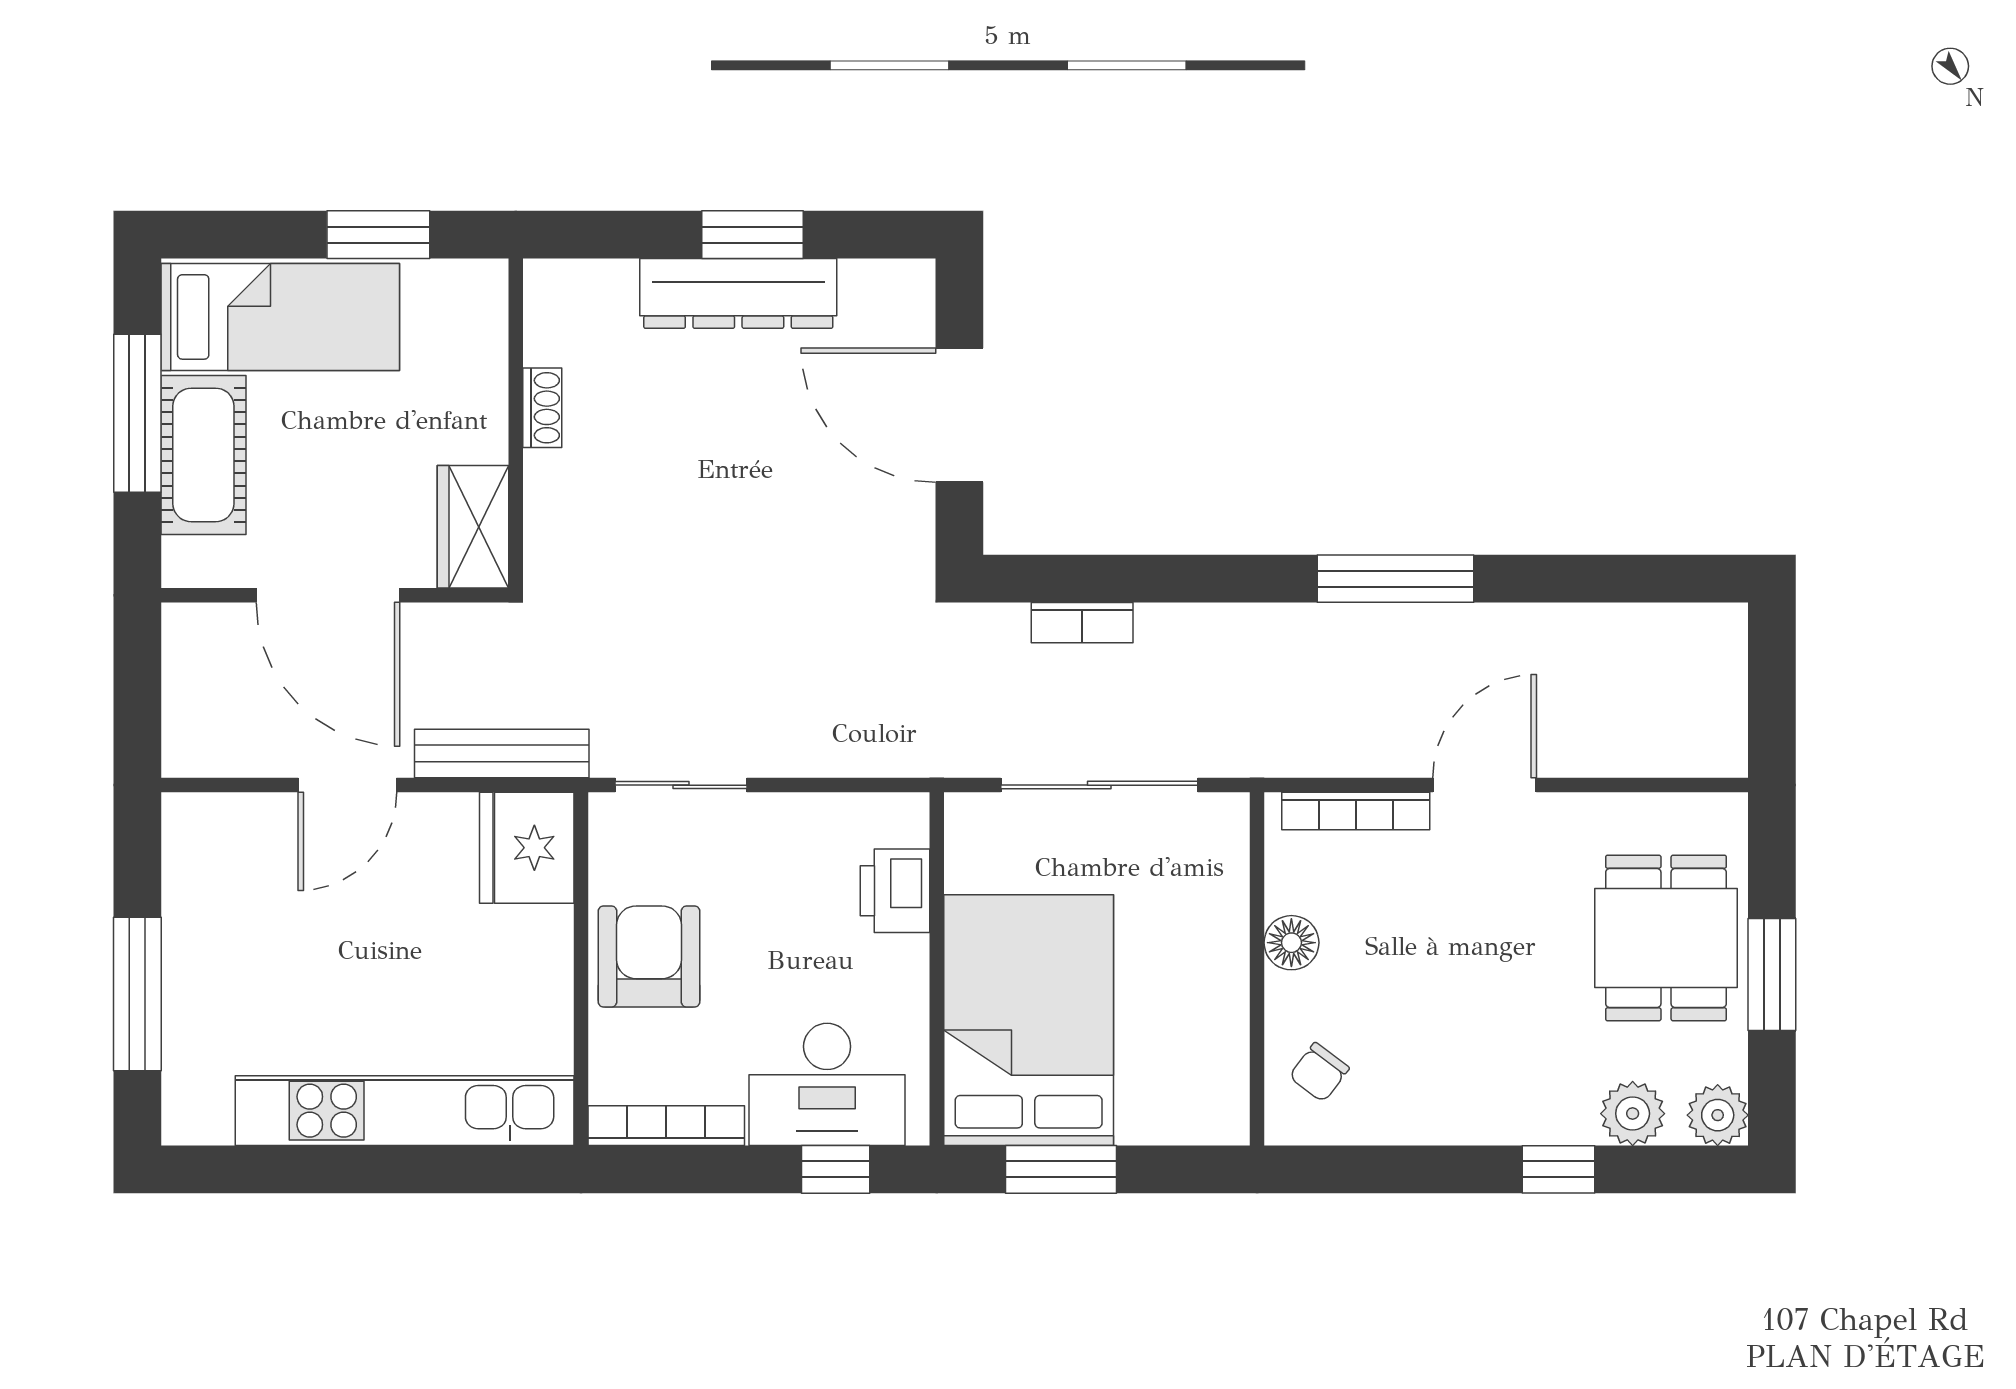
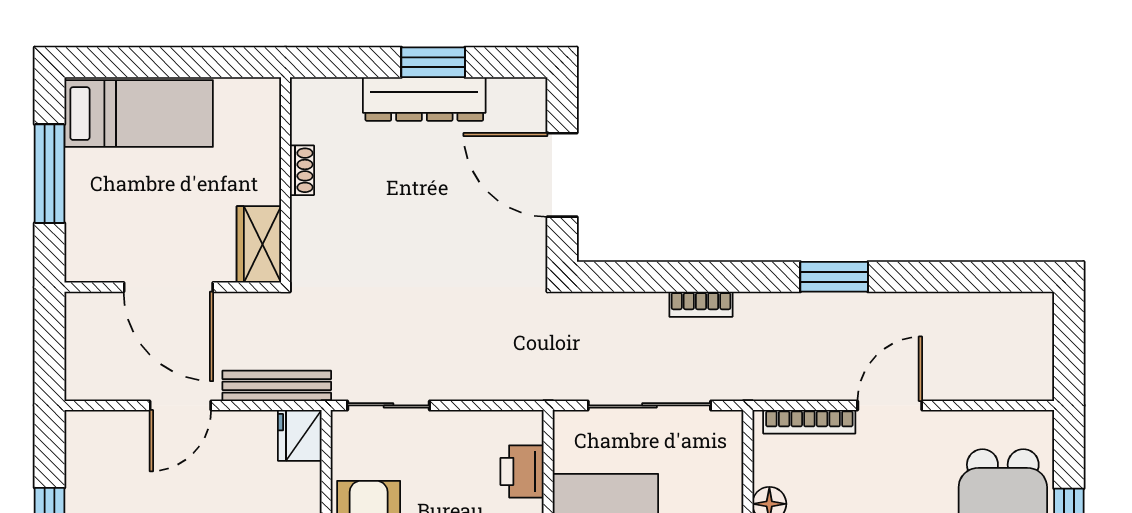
window: (378, 235) -> (200, 62), removed
cot: (203, 455) -> (91, 200), removed
window: (1396, 579) -> (834, 277), width x0.69
bookcase: (1082, 623) -> (701, 304), moved
fridge: (527, 848) -> (300, 435), width x0.73, depth x0.75

